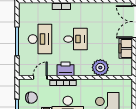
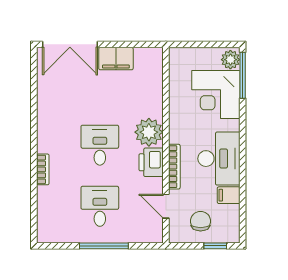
desk: (40, 39) -> (100, 206), width x0.73
plant: (100, 68) -> (149, 132), moved

